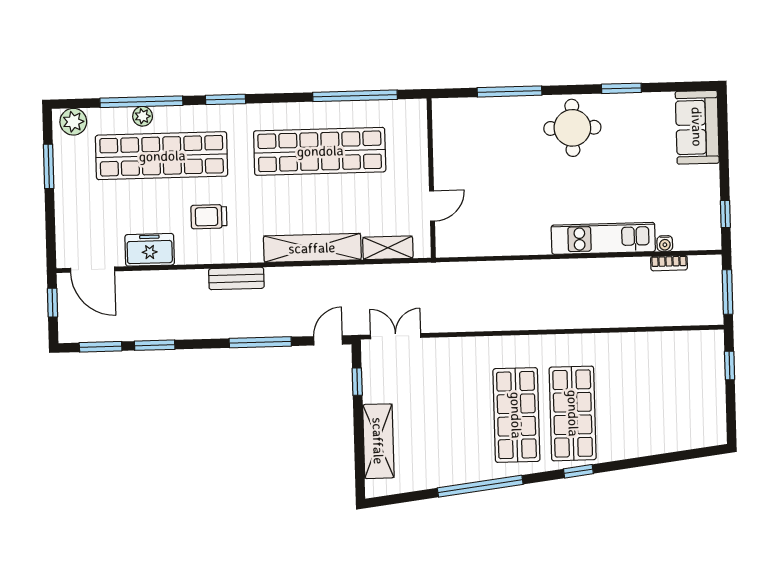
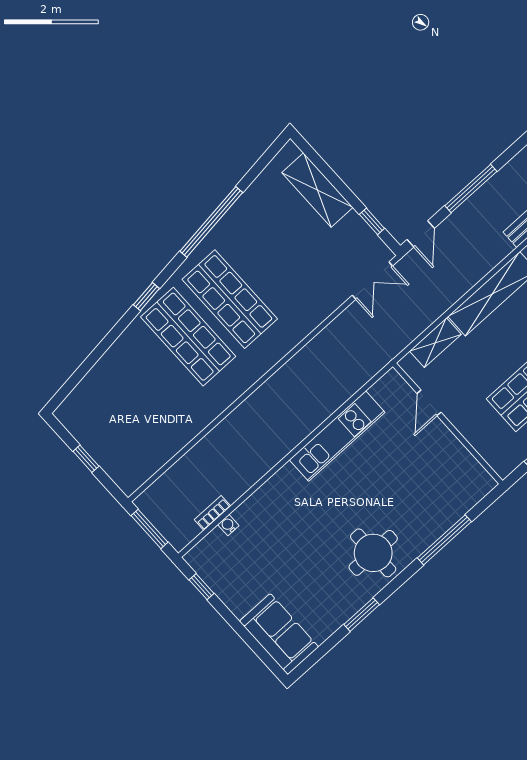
kitchen unit: (603, 238) -> (337, 436), moved
window: (730, 365) -> (86, 459), moved

